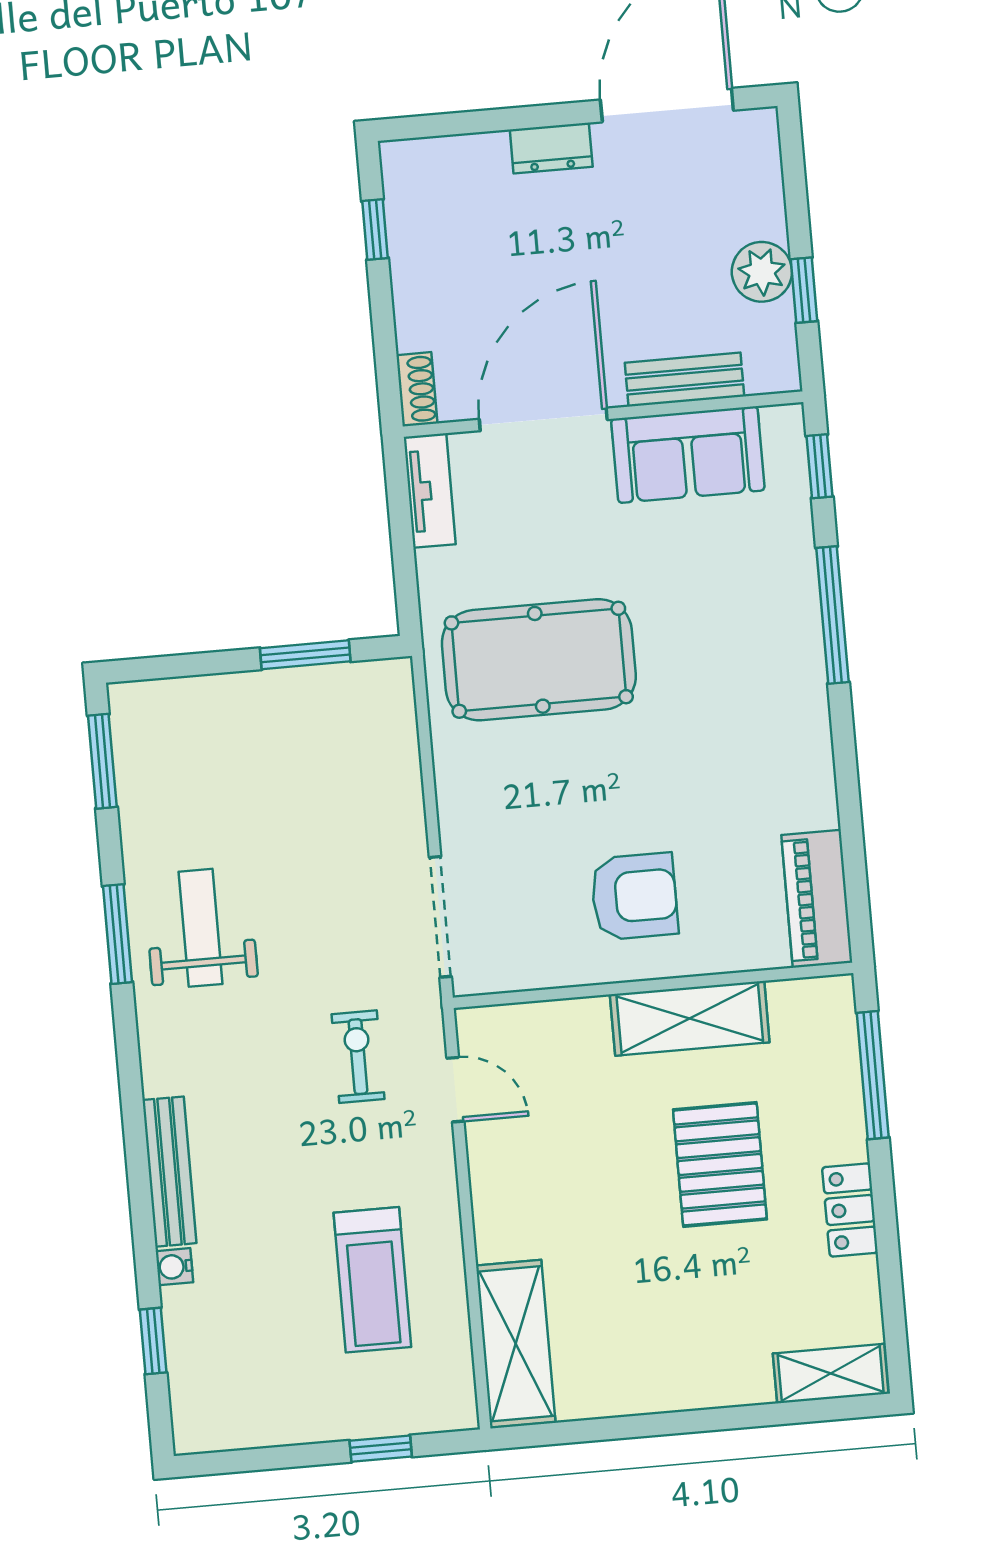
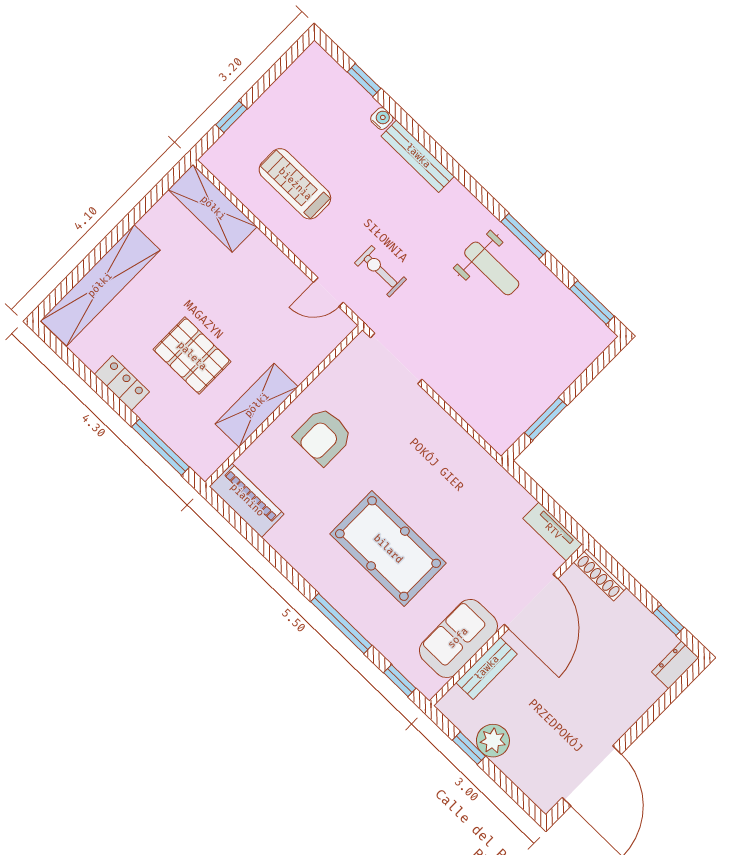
dresser: (551, 148) -> (675, 665), moved
shoe rack: (417, 389) -> (600, 575), width x1.43
pool table: (539, 660) -> (388, 549), moved, turned 90
exercise bike: (358, 1057) -> (381, 271), turned 180
shelving: (831, 1374) -> (100, 285), width x2.20, depth x1.33

